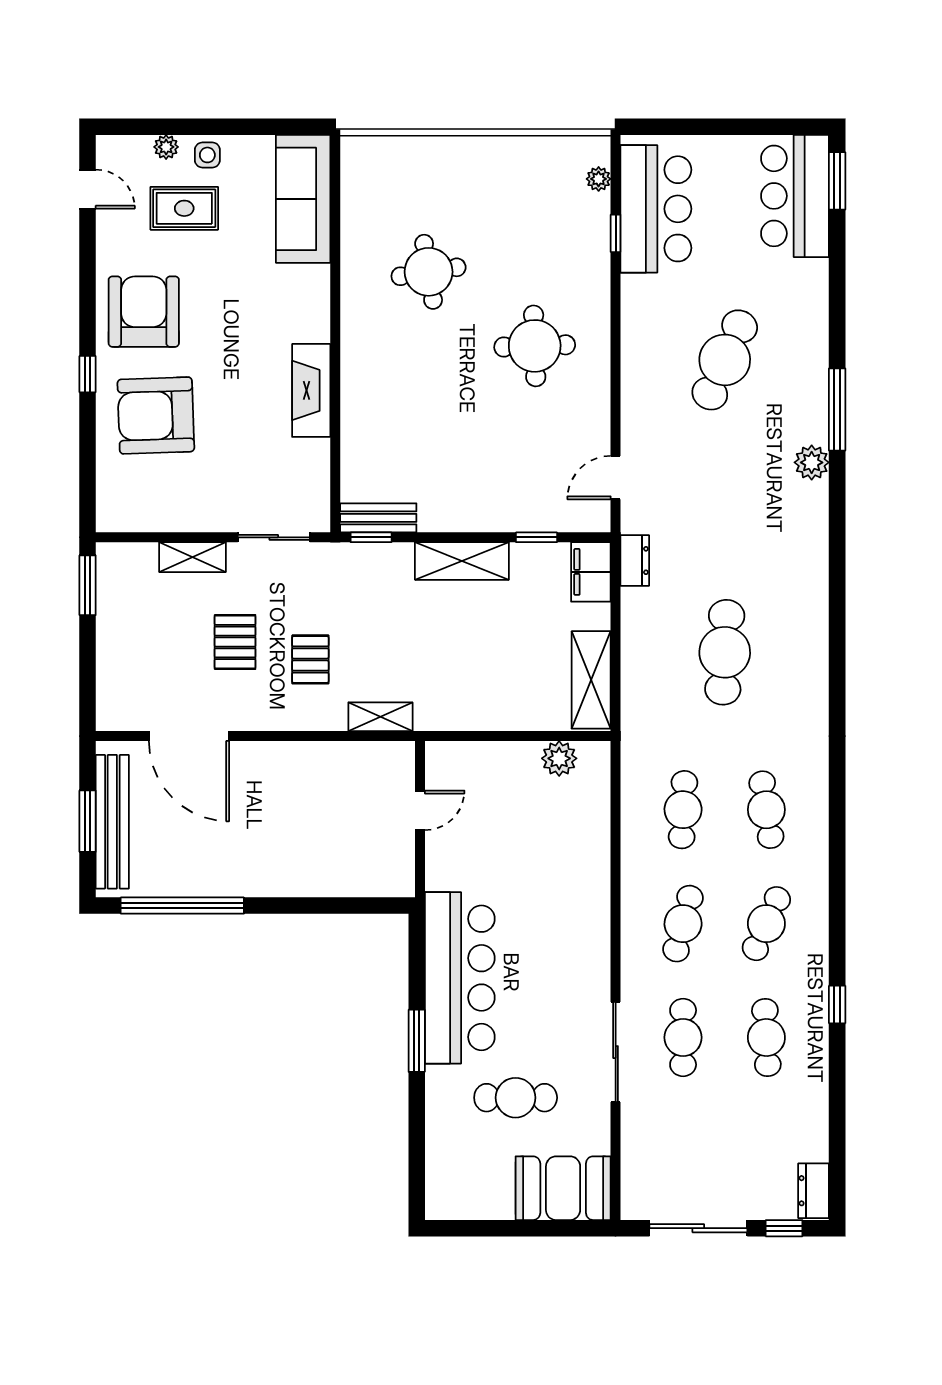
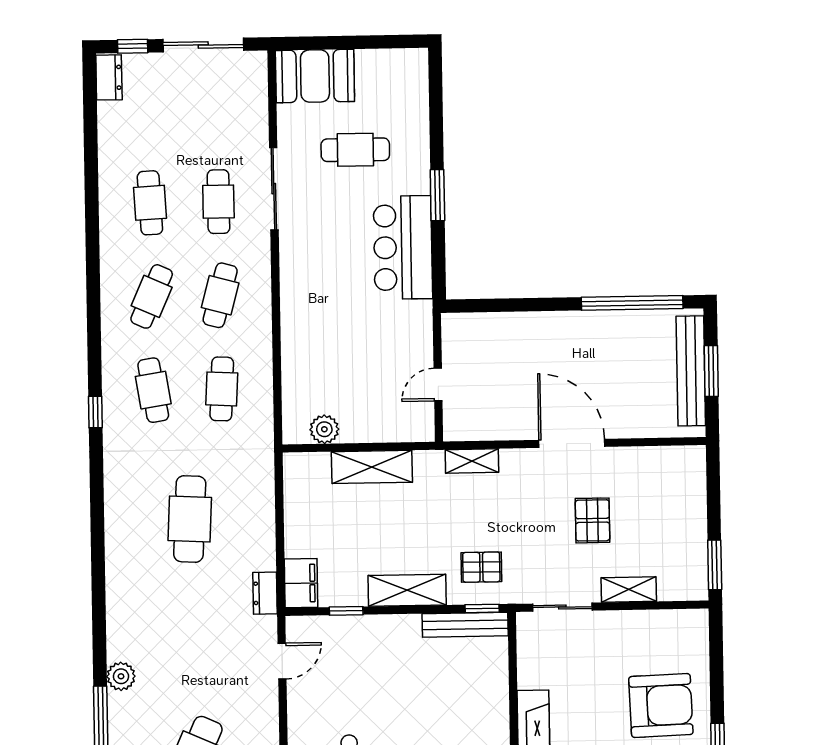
bench: (378, 518) -> (465, 625), width x1.36
pallet: (310, 659) -> (481, 567), moved, turned 90
shelving: (591, 680) -> (372, 467), moved, turned 90
door: (189, 736) -> (572, 443), moved
bar counter: (460, 978) -> (403, 247), width x0.73
window: (837, 1004) -> (95, 412), moved

